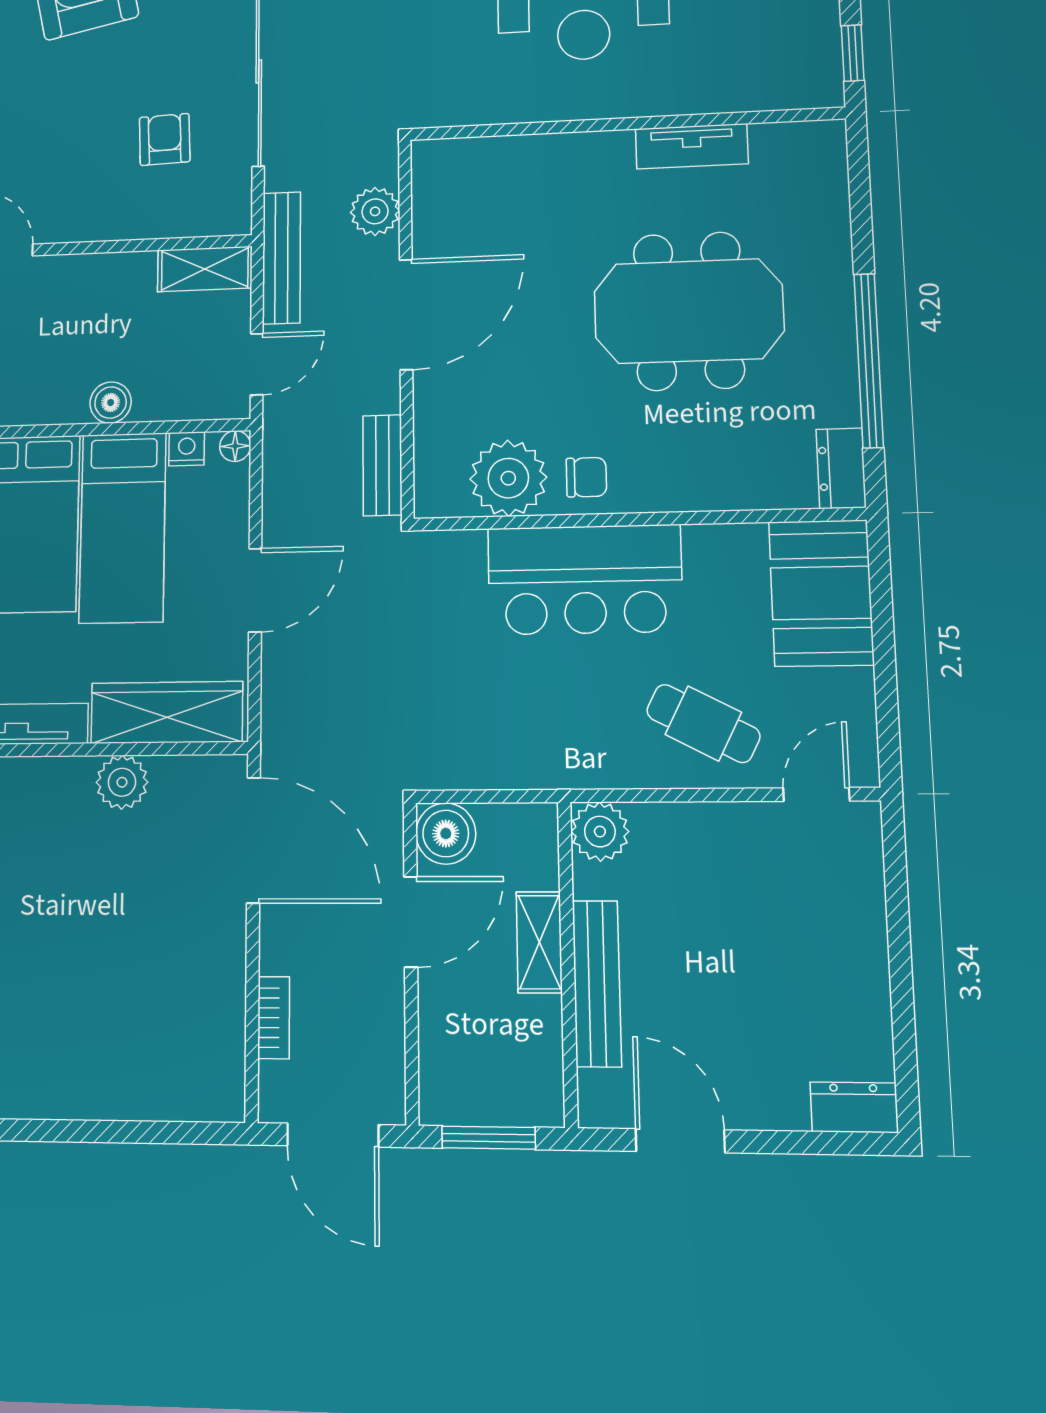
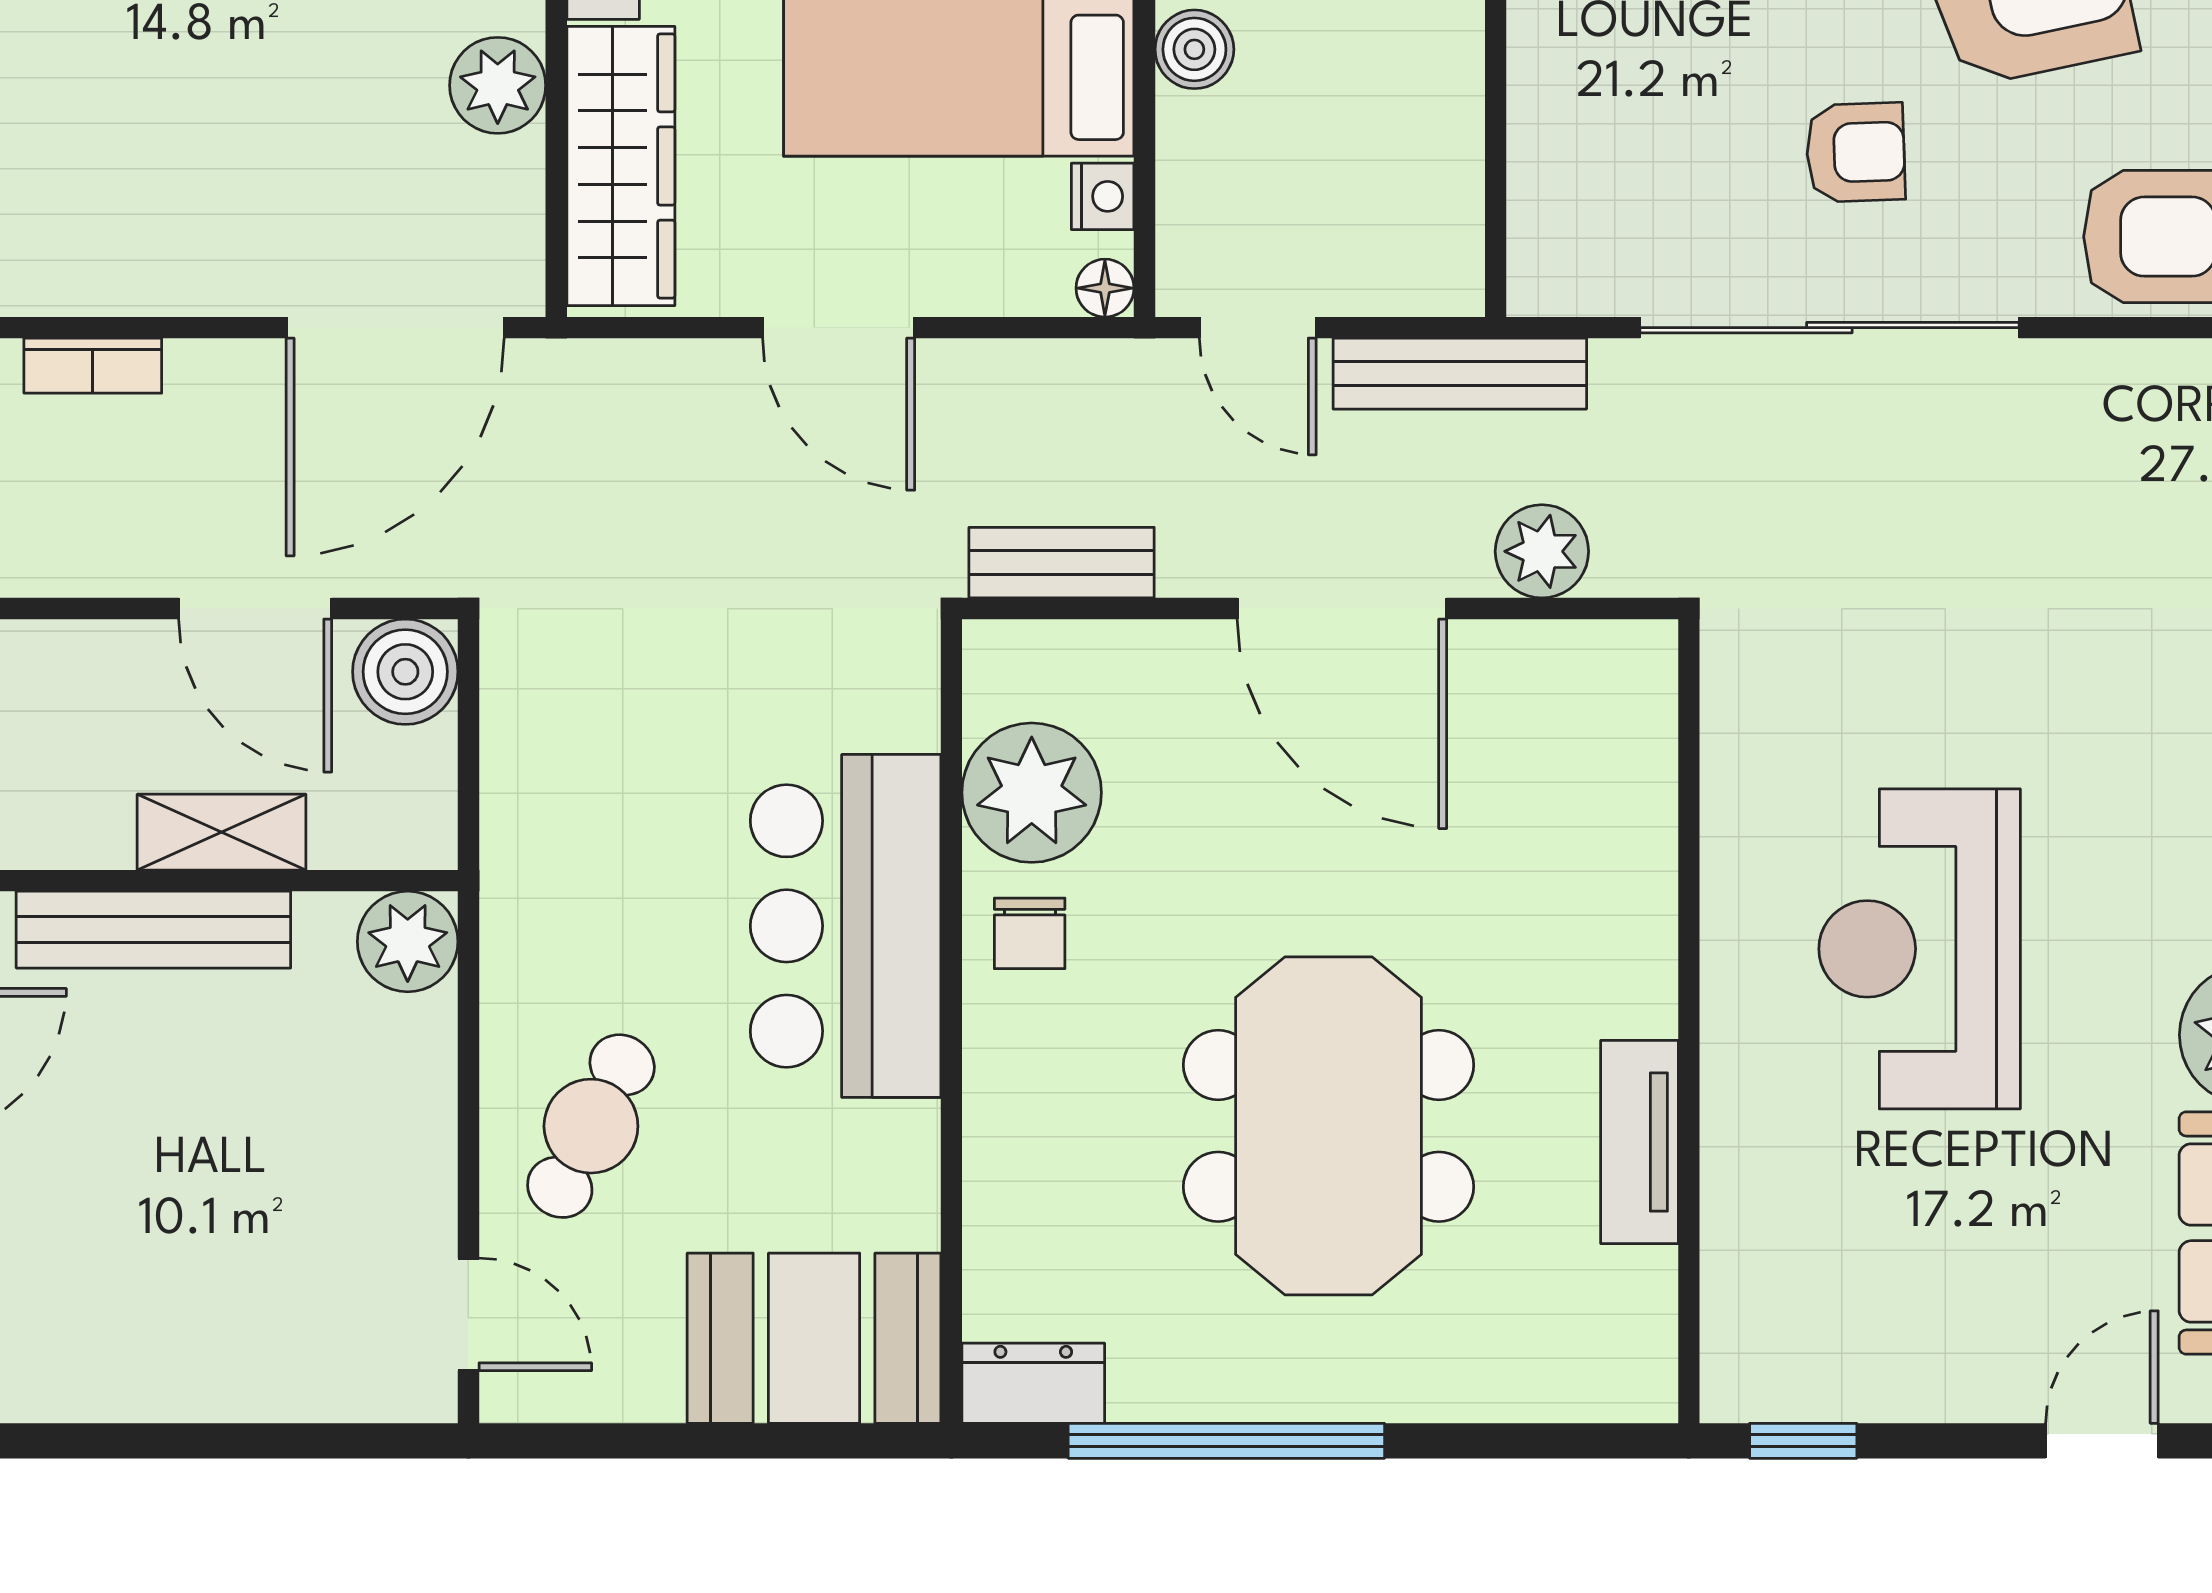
armchair: (165, 139) -> (1856, 152), moved
shelving: (205, 269) -> (1444, 227), removed

